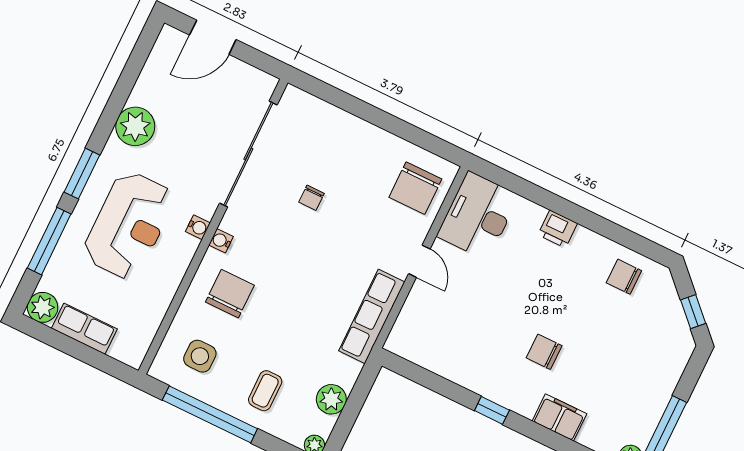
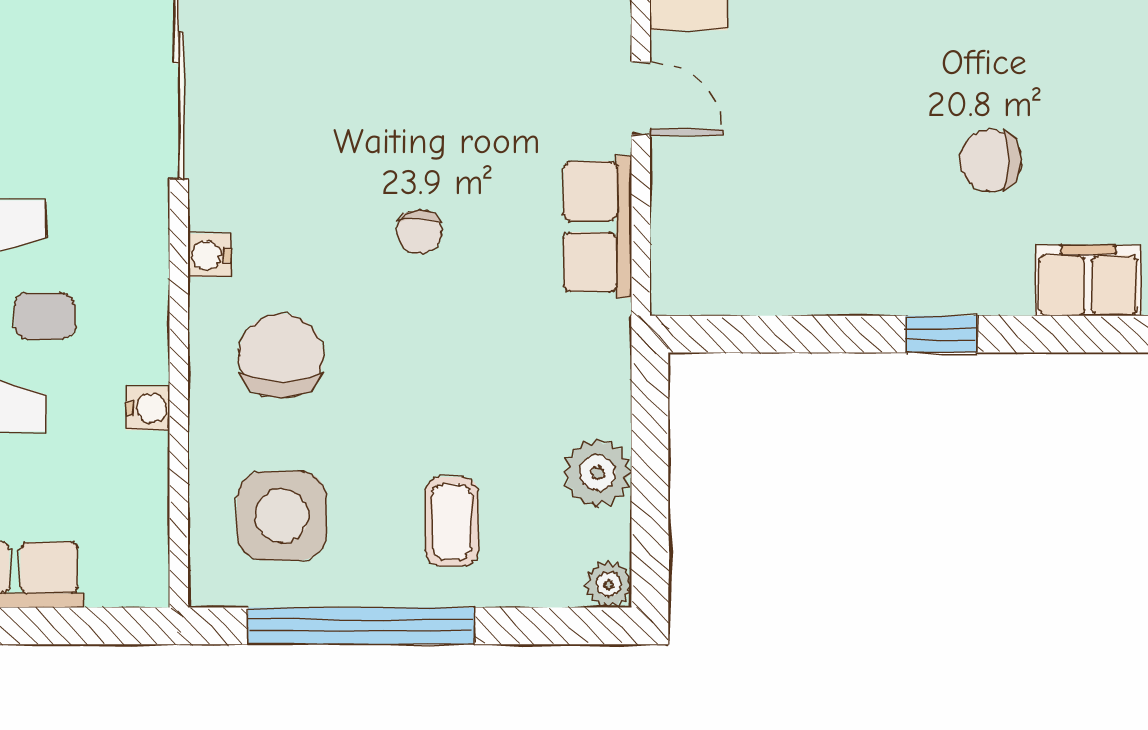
chair: (311, 198) -> (419, 232), moved
water cooler: (198, 227) -> (148, 408), moved
row of seats: (372, 316) -> (598, 227), width x0.68
side table: (200, 356) -> (282, 516), width x1.37, depth x1.37

